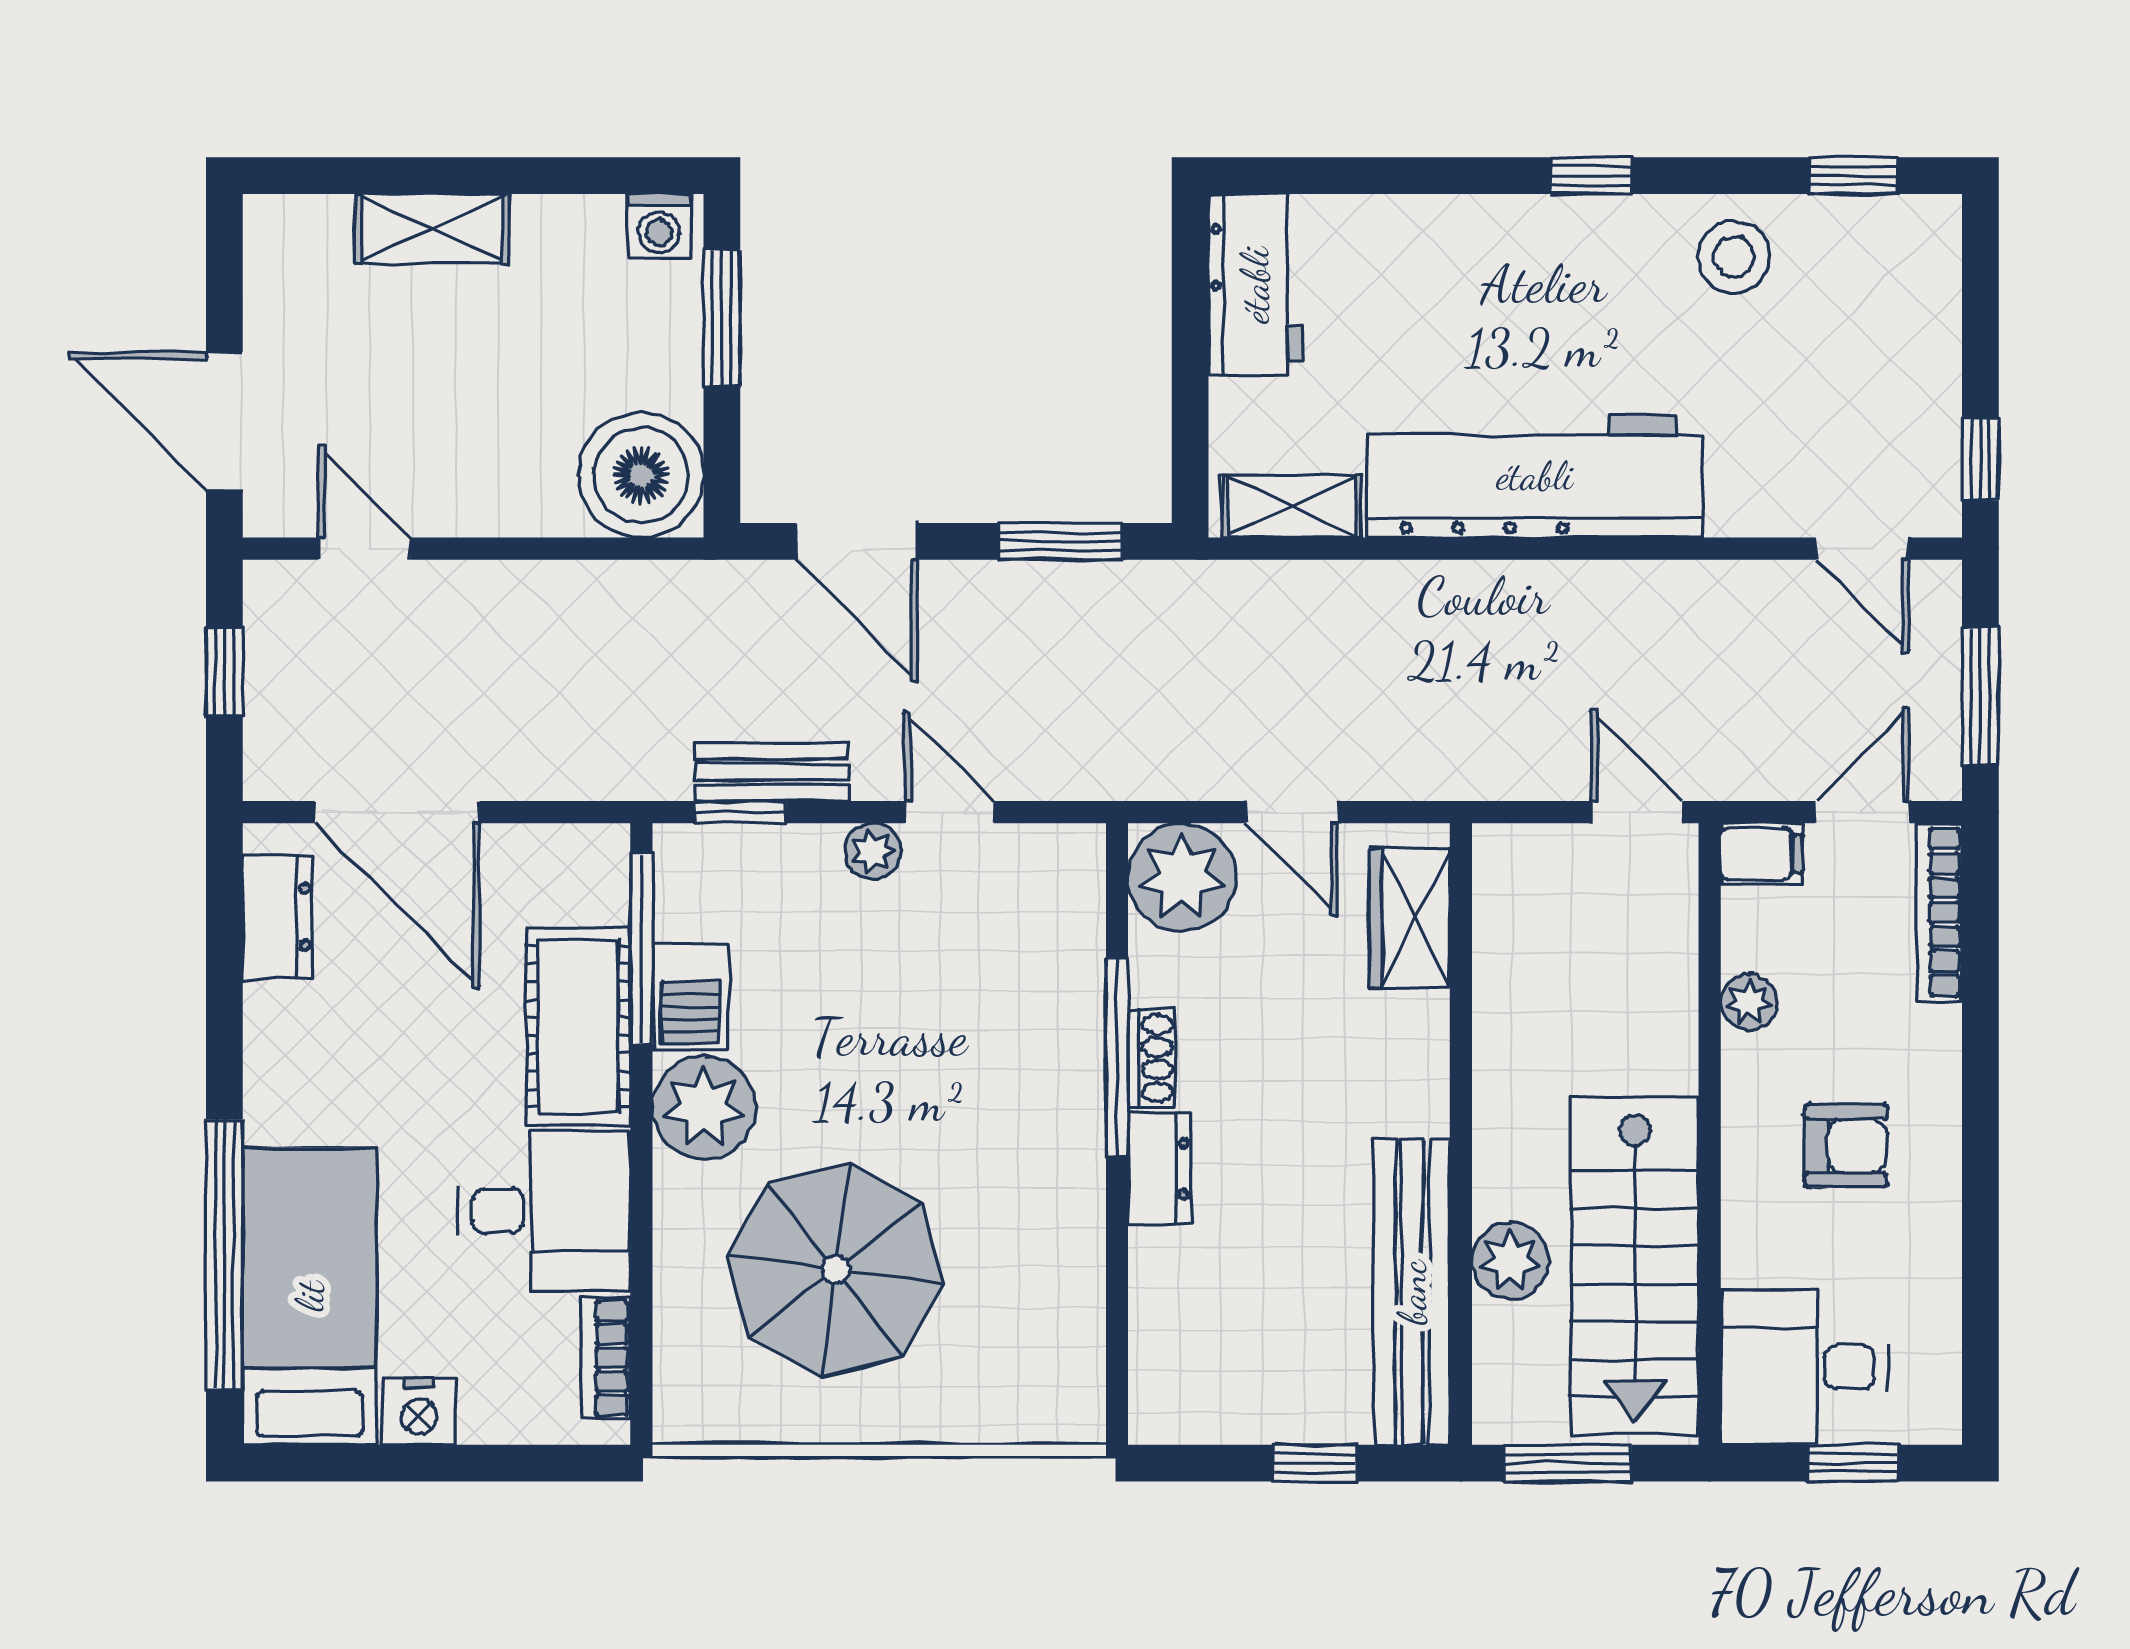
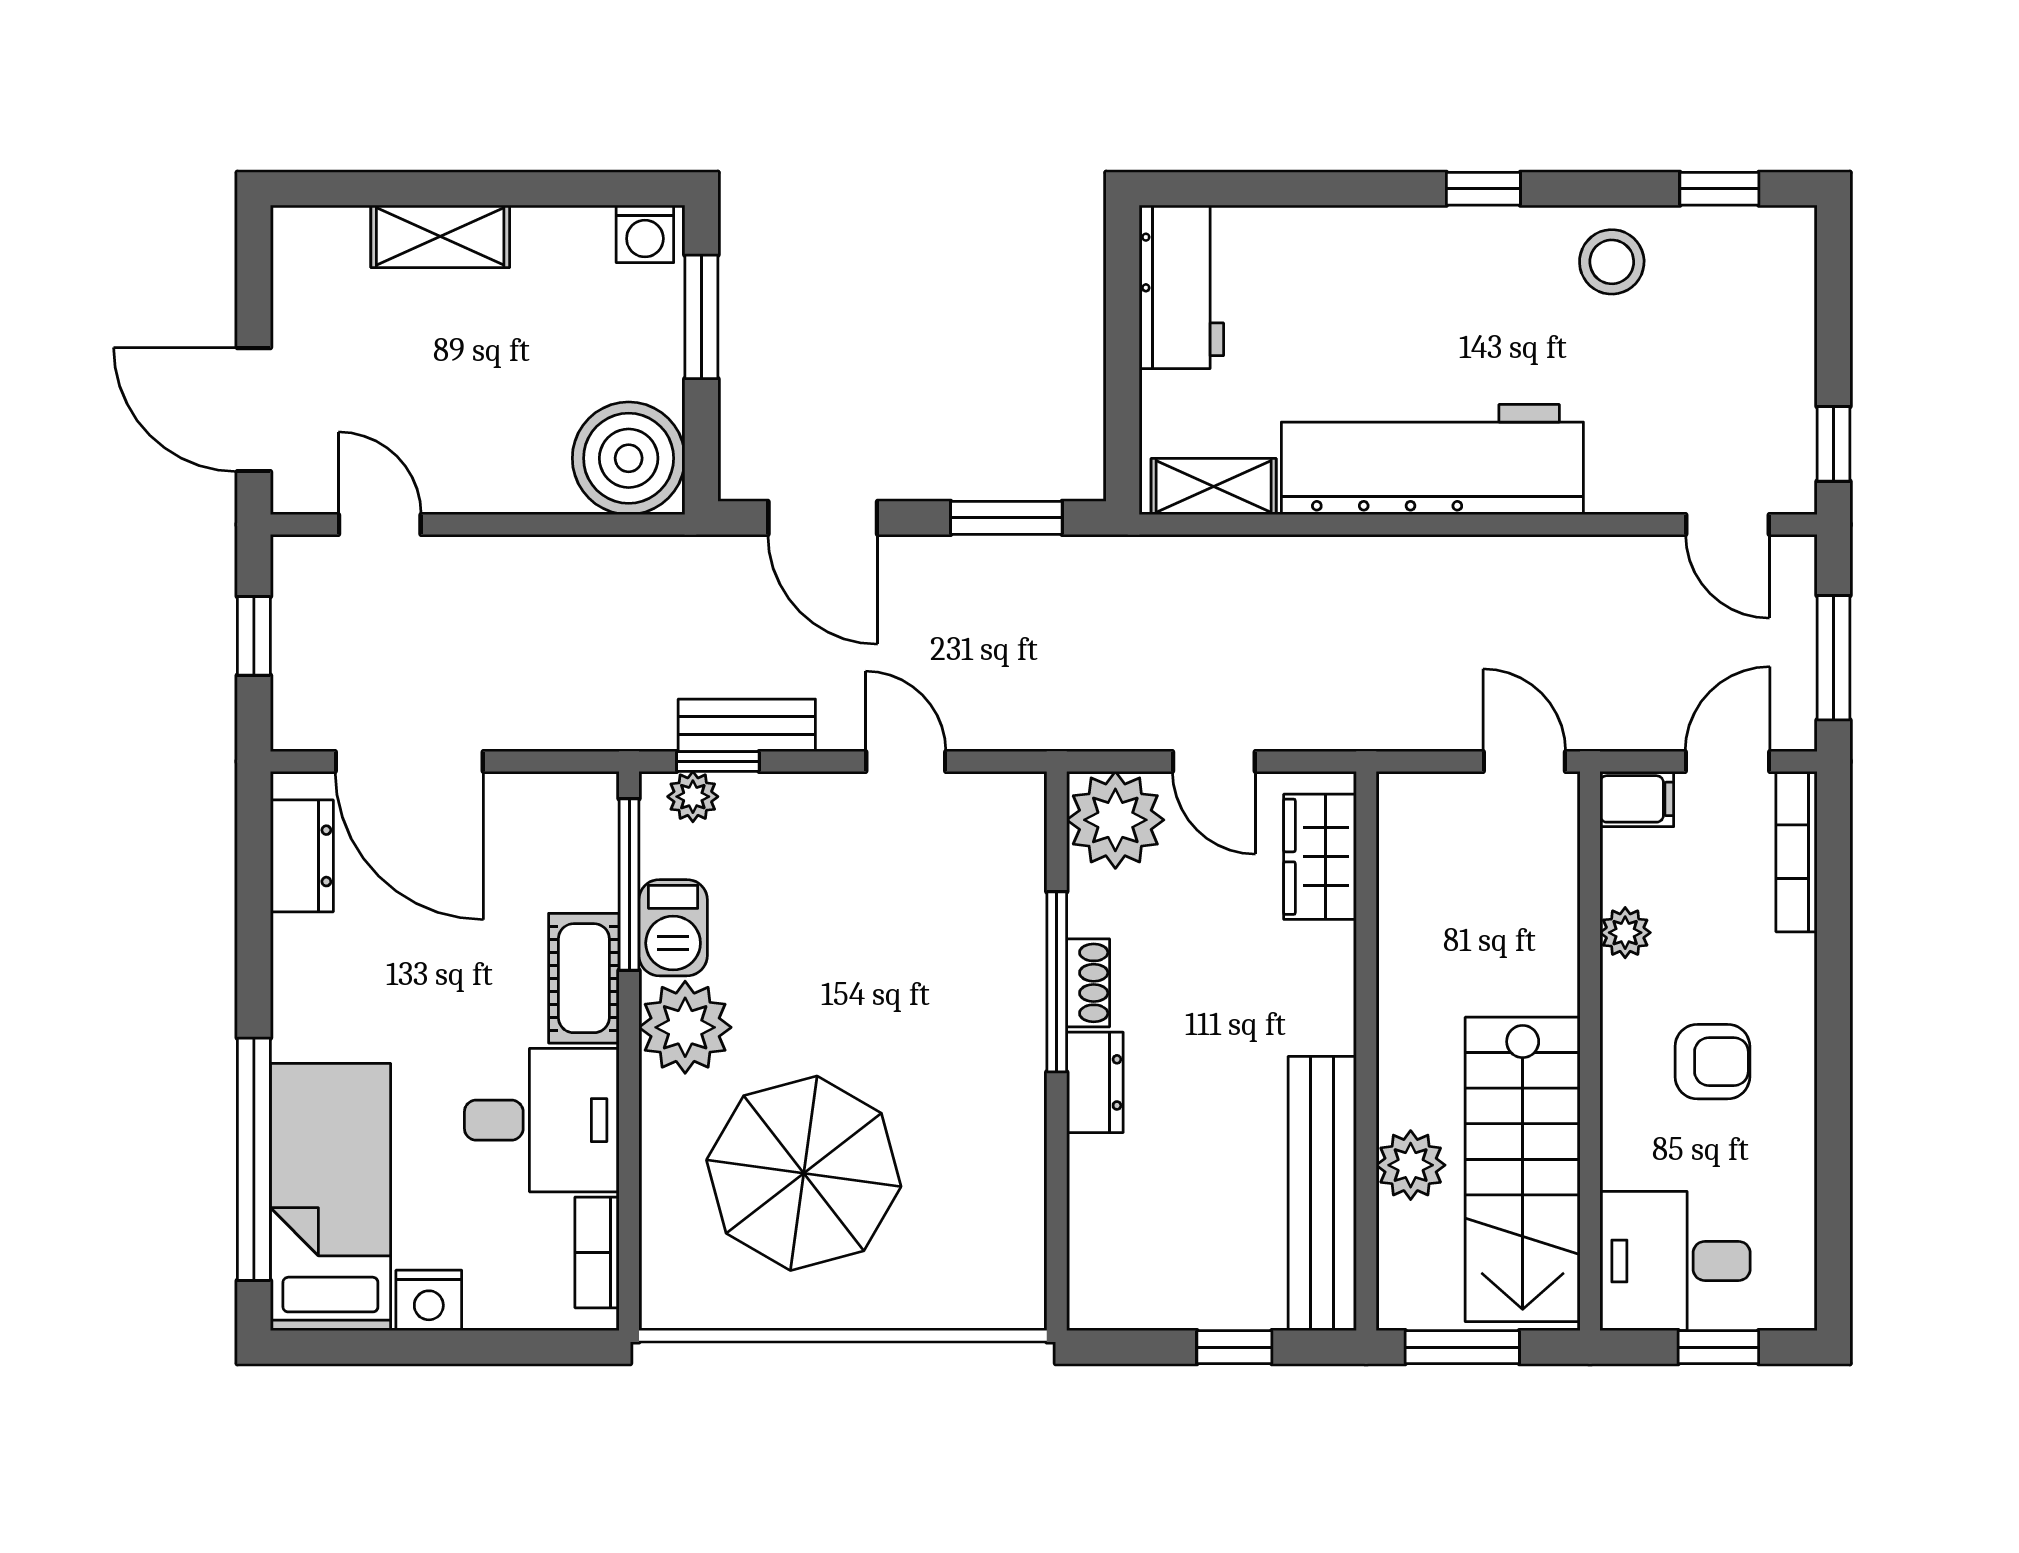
plant: (873, 851) -> (693, 797), moved
cot: (578, 1026) -> (584, 978), width x0.73, depth x0.75

